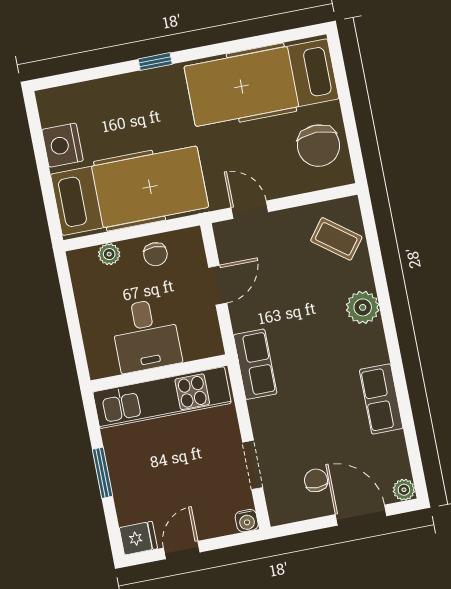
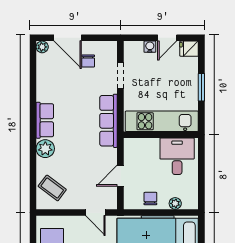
desk: (146, 335) -> (177, 156), moved
row of seats: (255, 364) -> (109, 121), width x1.48
row of seats: (381, 399) -> (45, 120), moved
water cooler: (247, 521) -> (150, 47), moved

